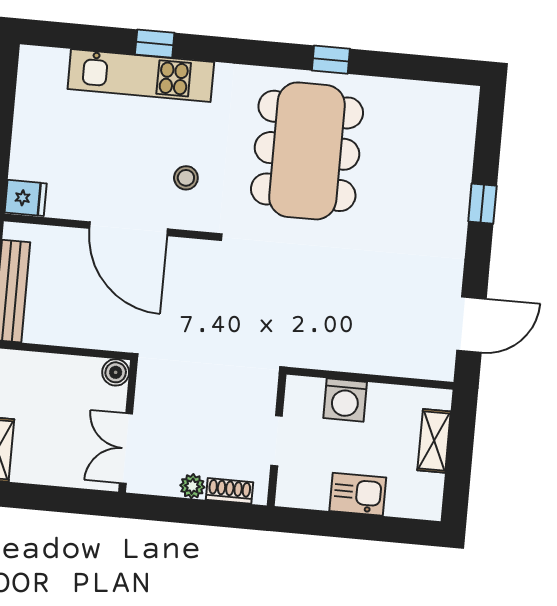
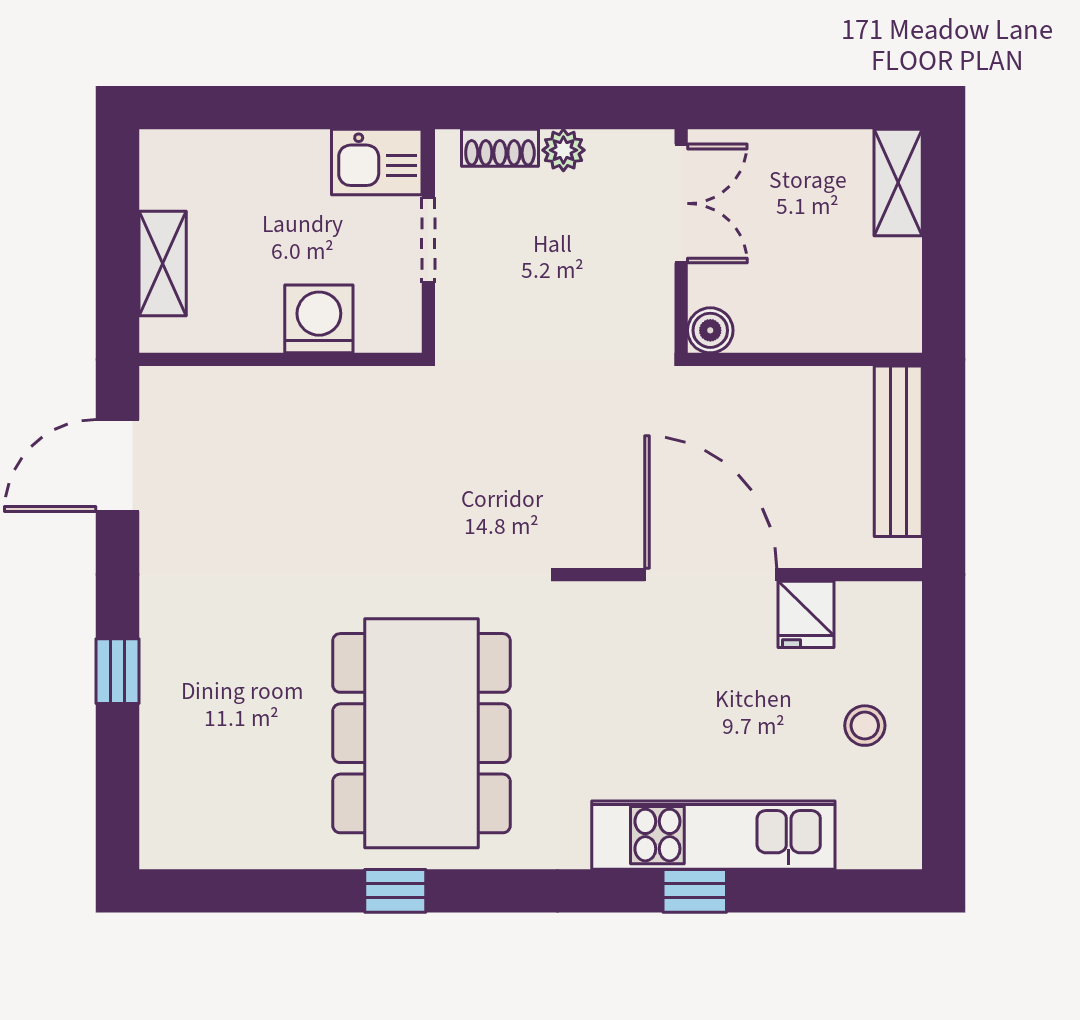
stool: (186, 178) -> (865, 726), moved
fridge: (26, 198) -> (806, 614), moved, turned -90
kitchen sink: (358, 494) -> (377, 162), moved

